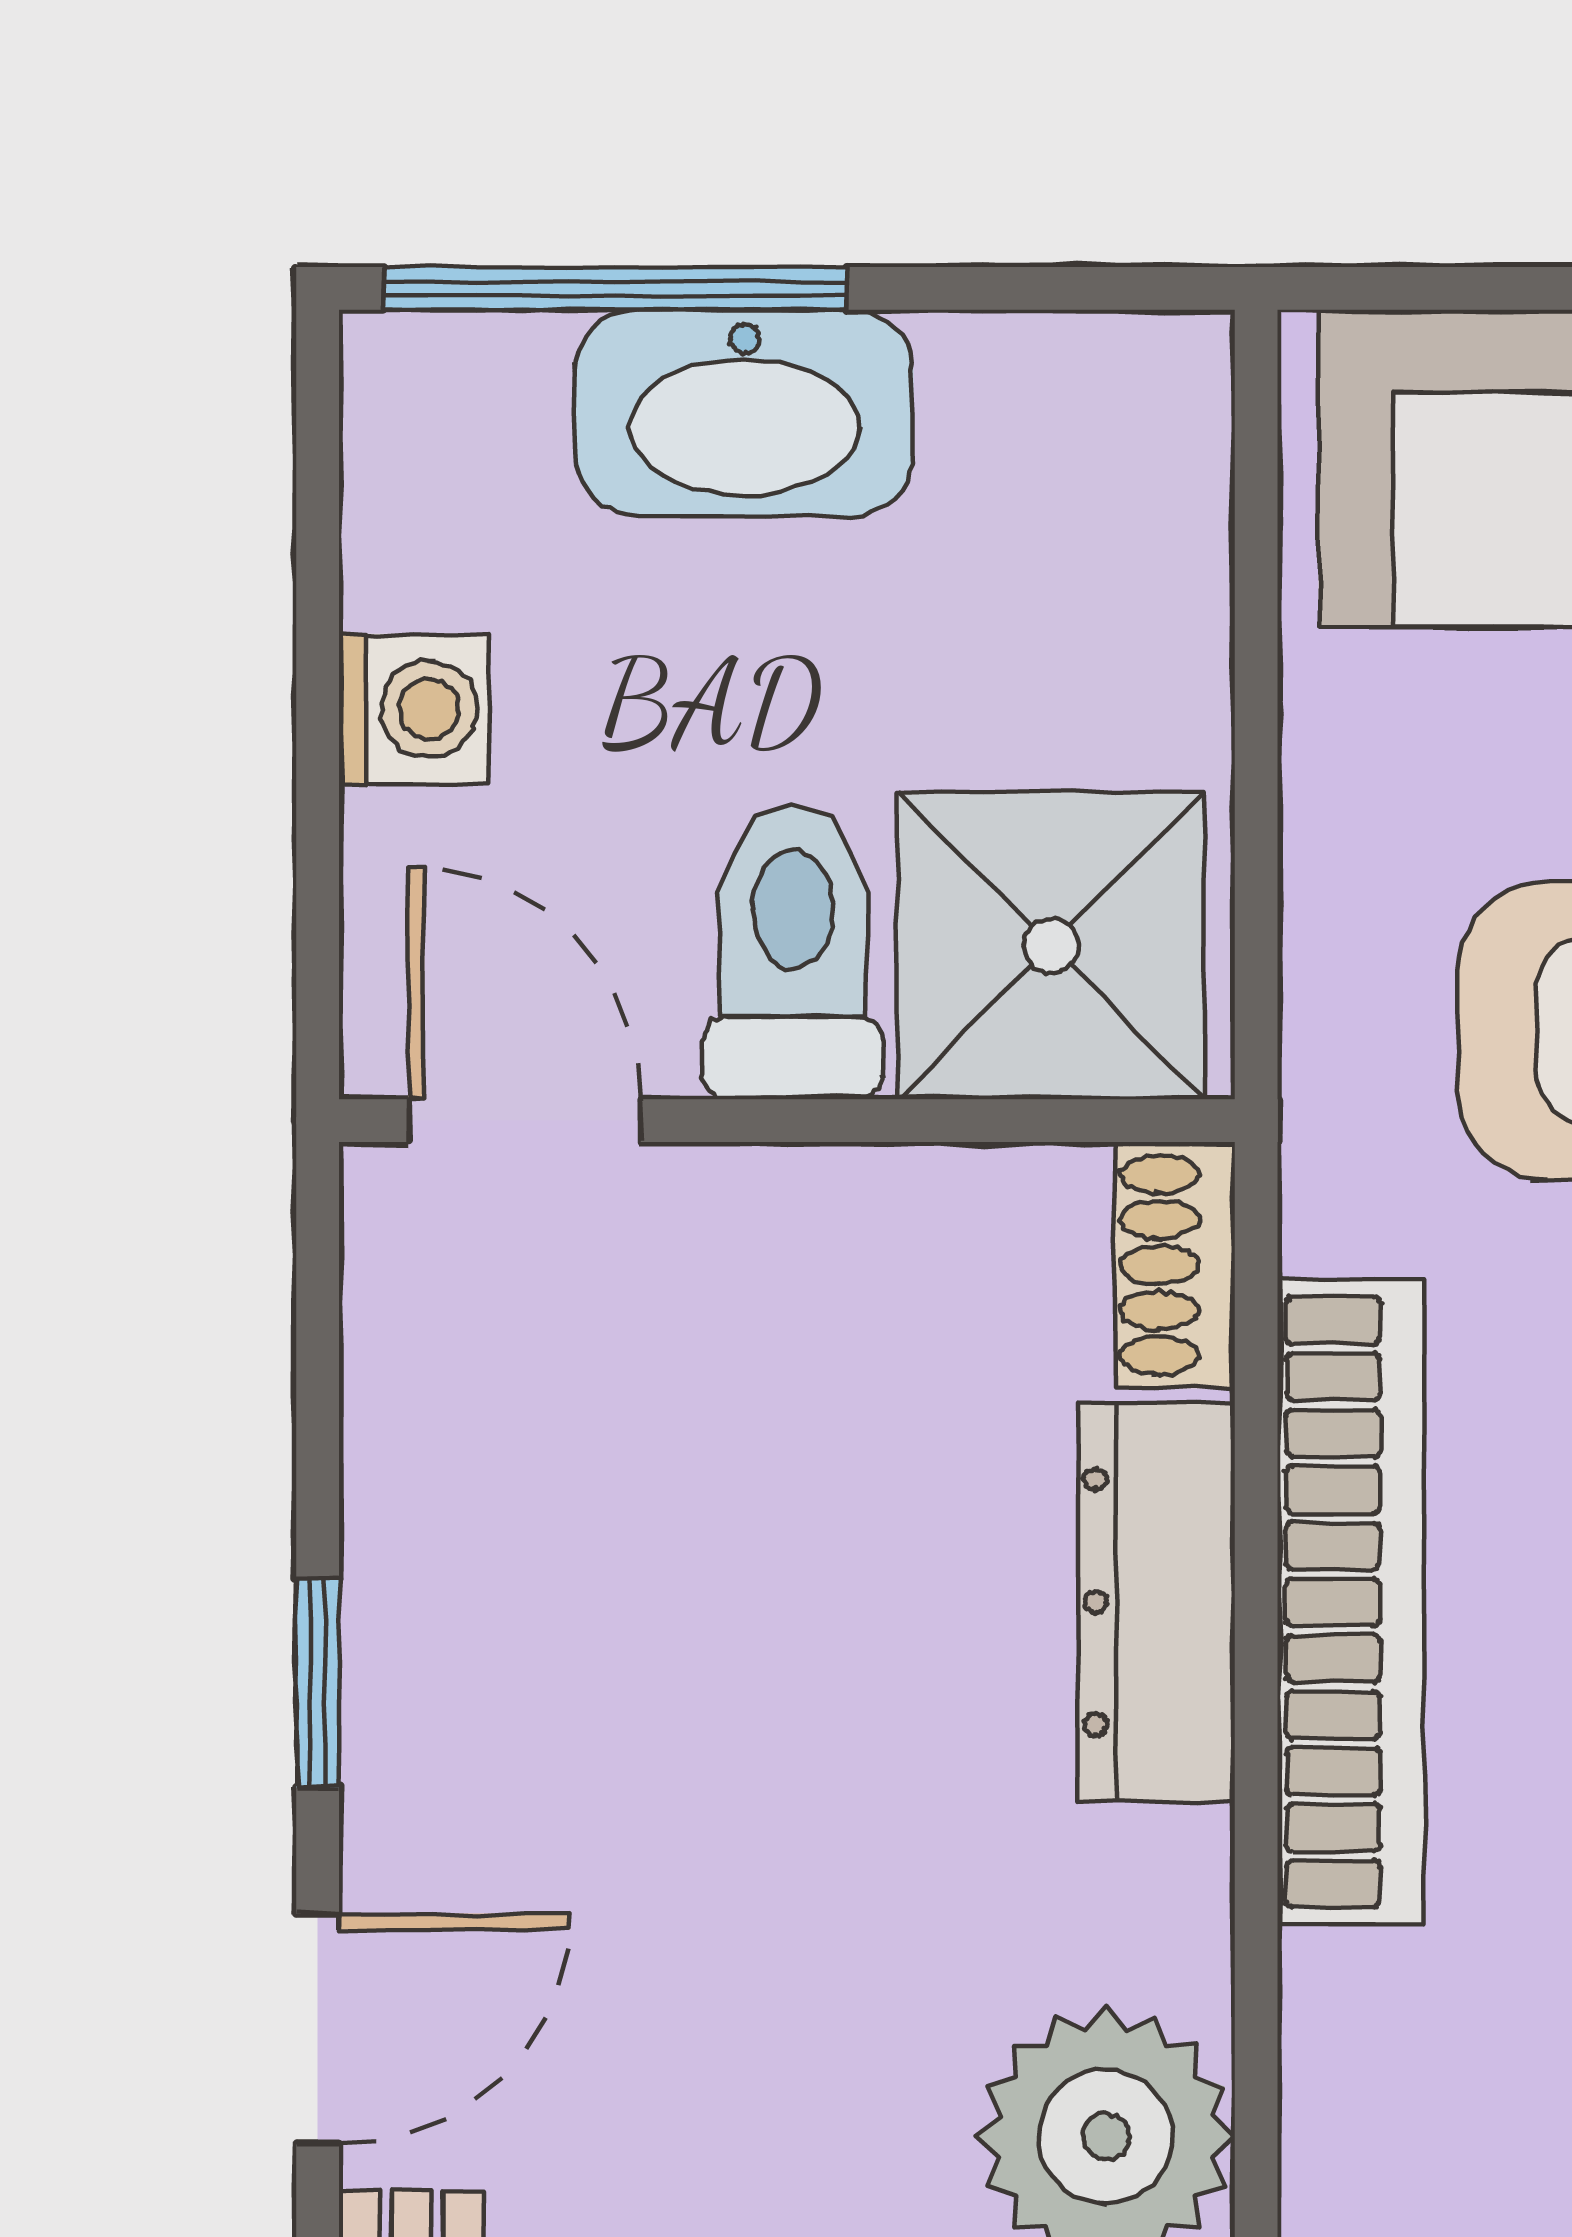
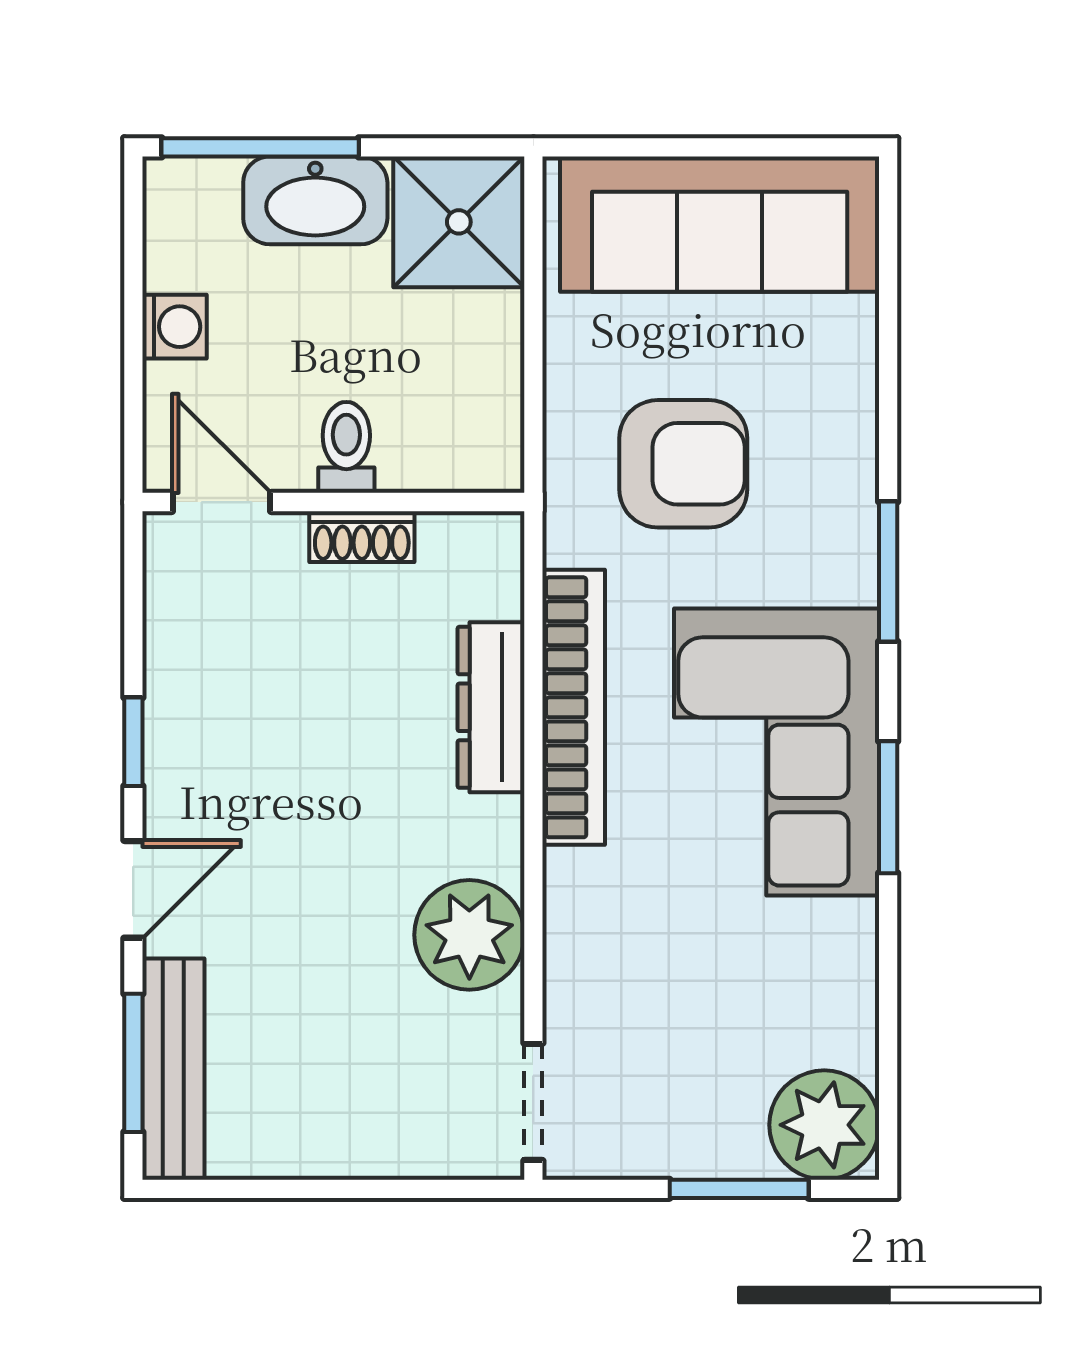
shower: (1051, 946) -> (459, 222), moved
toilet: (793, 951) -> (346, 447), width x0.73, depth x0.72
shoe rack: (1175, 1265) -> (362, 537), moved, turned -90

